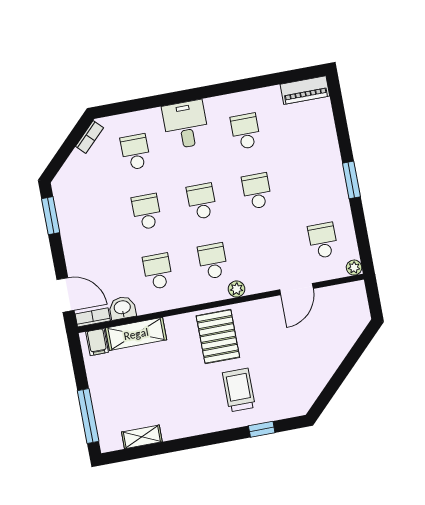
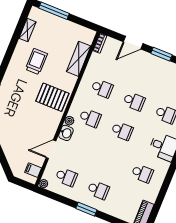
school desk: (257, 191) -> (98, 190), moved
door: (296, 289) -> (51, 149), hinge flipped
door: (65, 295) -> (133, 43), moved
washbasin: (122, 308) -> (66, 133), moved
filing cabinet: (97, 342) -> (33, 170), moved
trolley: (239, 390) -> (36, 61), moved, turned -90

